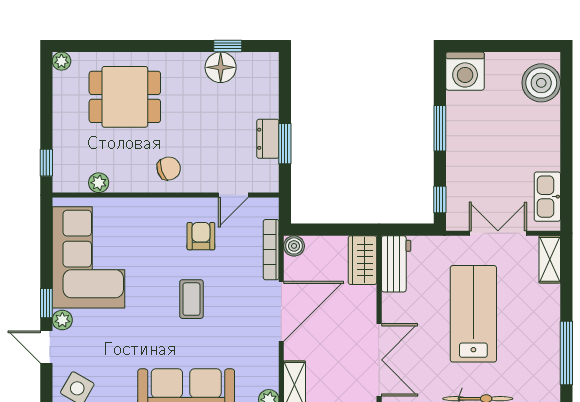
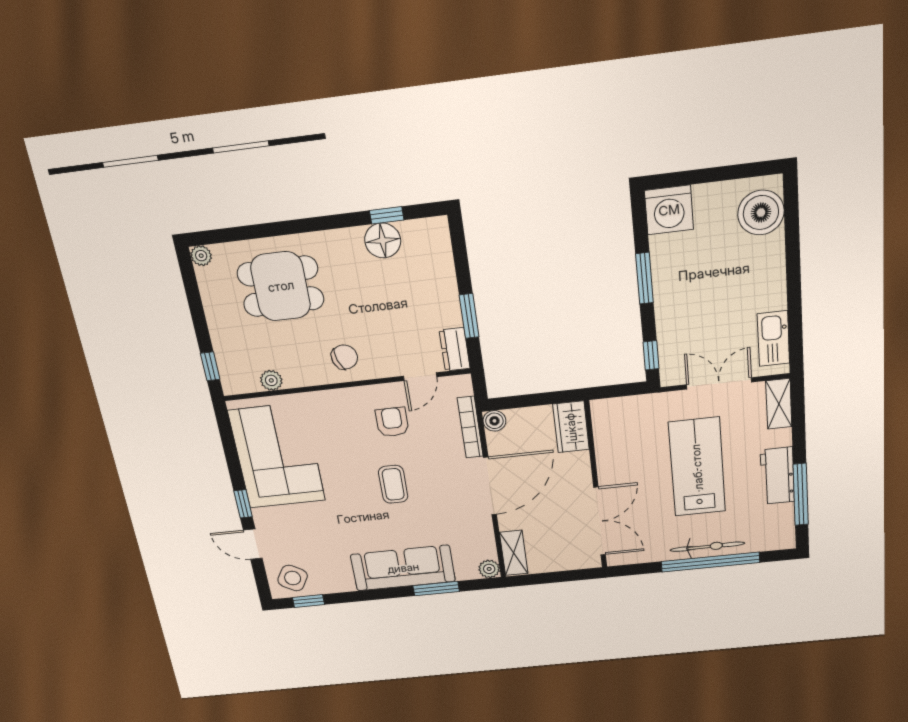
dresser: (268, 139) -> (455, 349), moved
workbench: (396, 264) -> (777, 476), moved, turned 180
plant: (62, 320) -> (263, 518), removed

